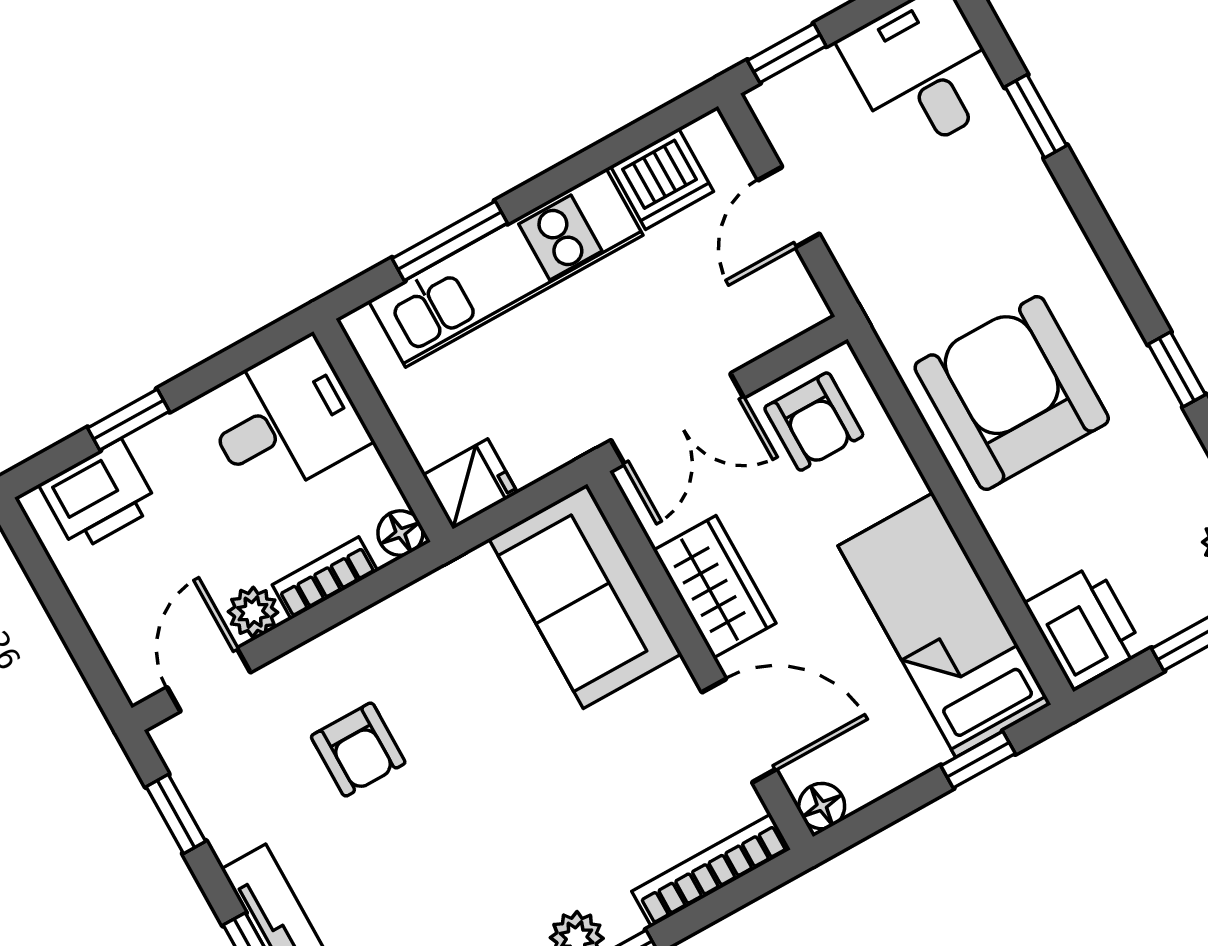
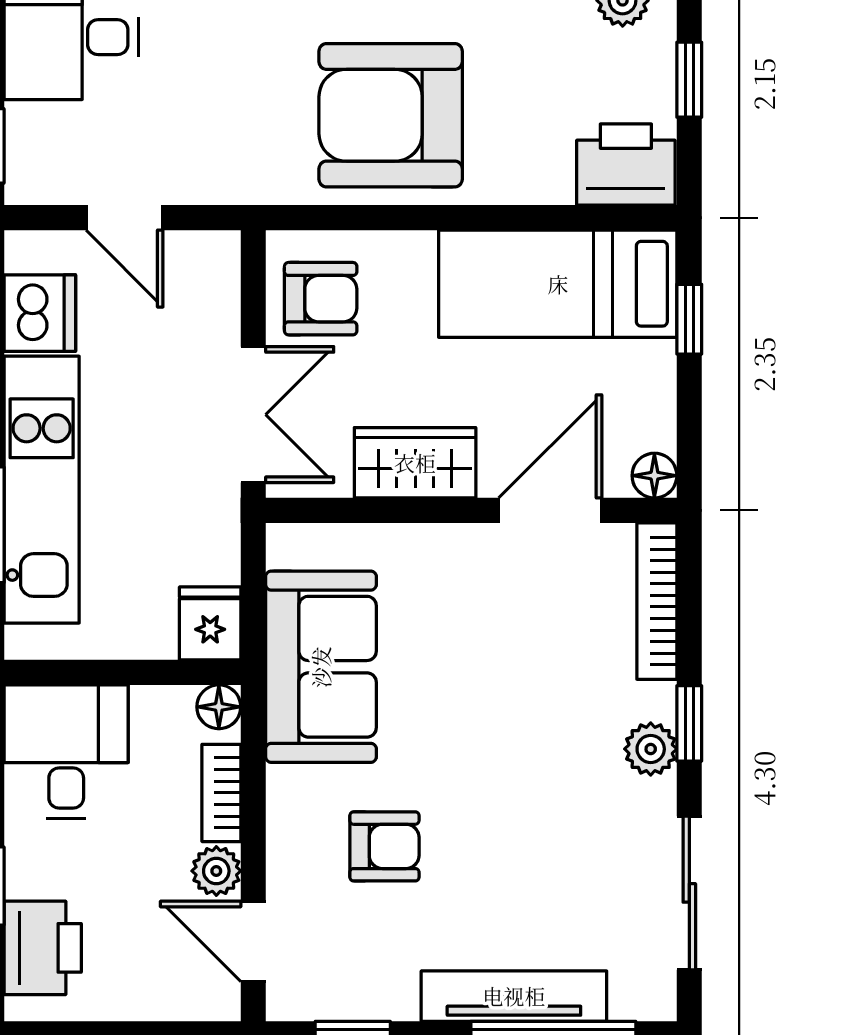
sofa: (585, 596) -> (321, 667), moved, turned -90

